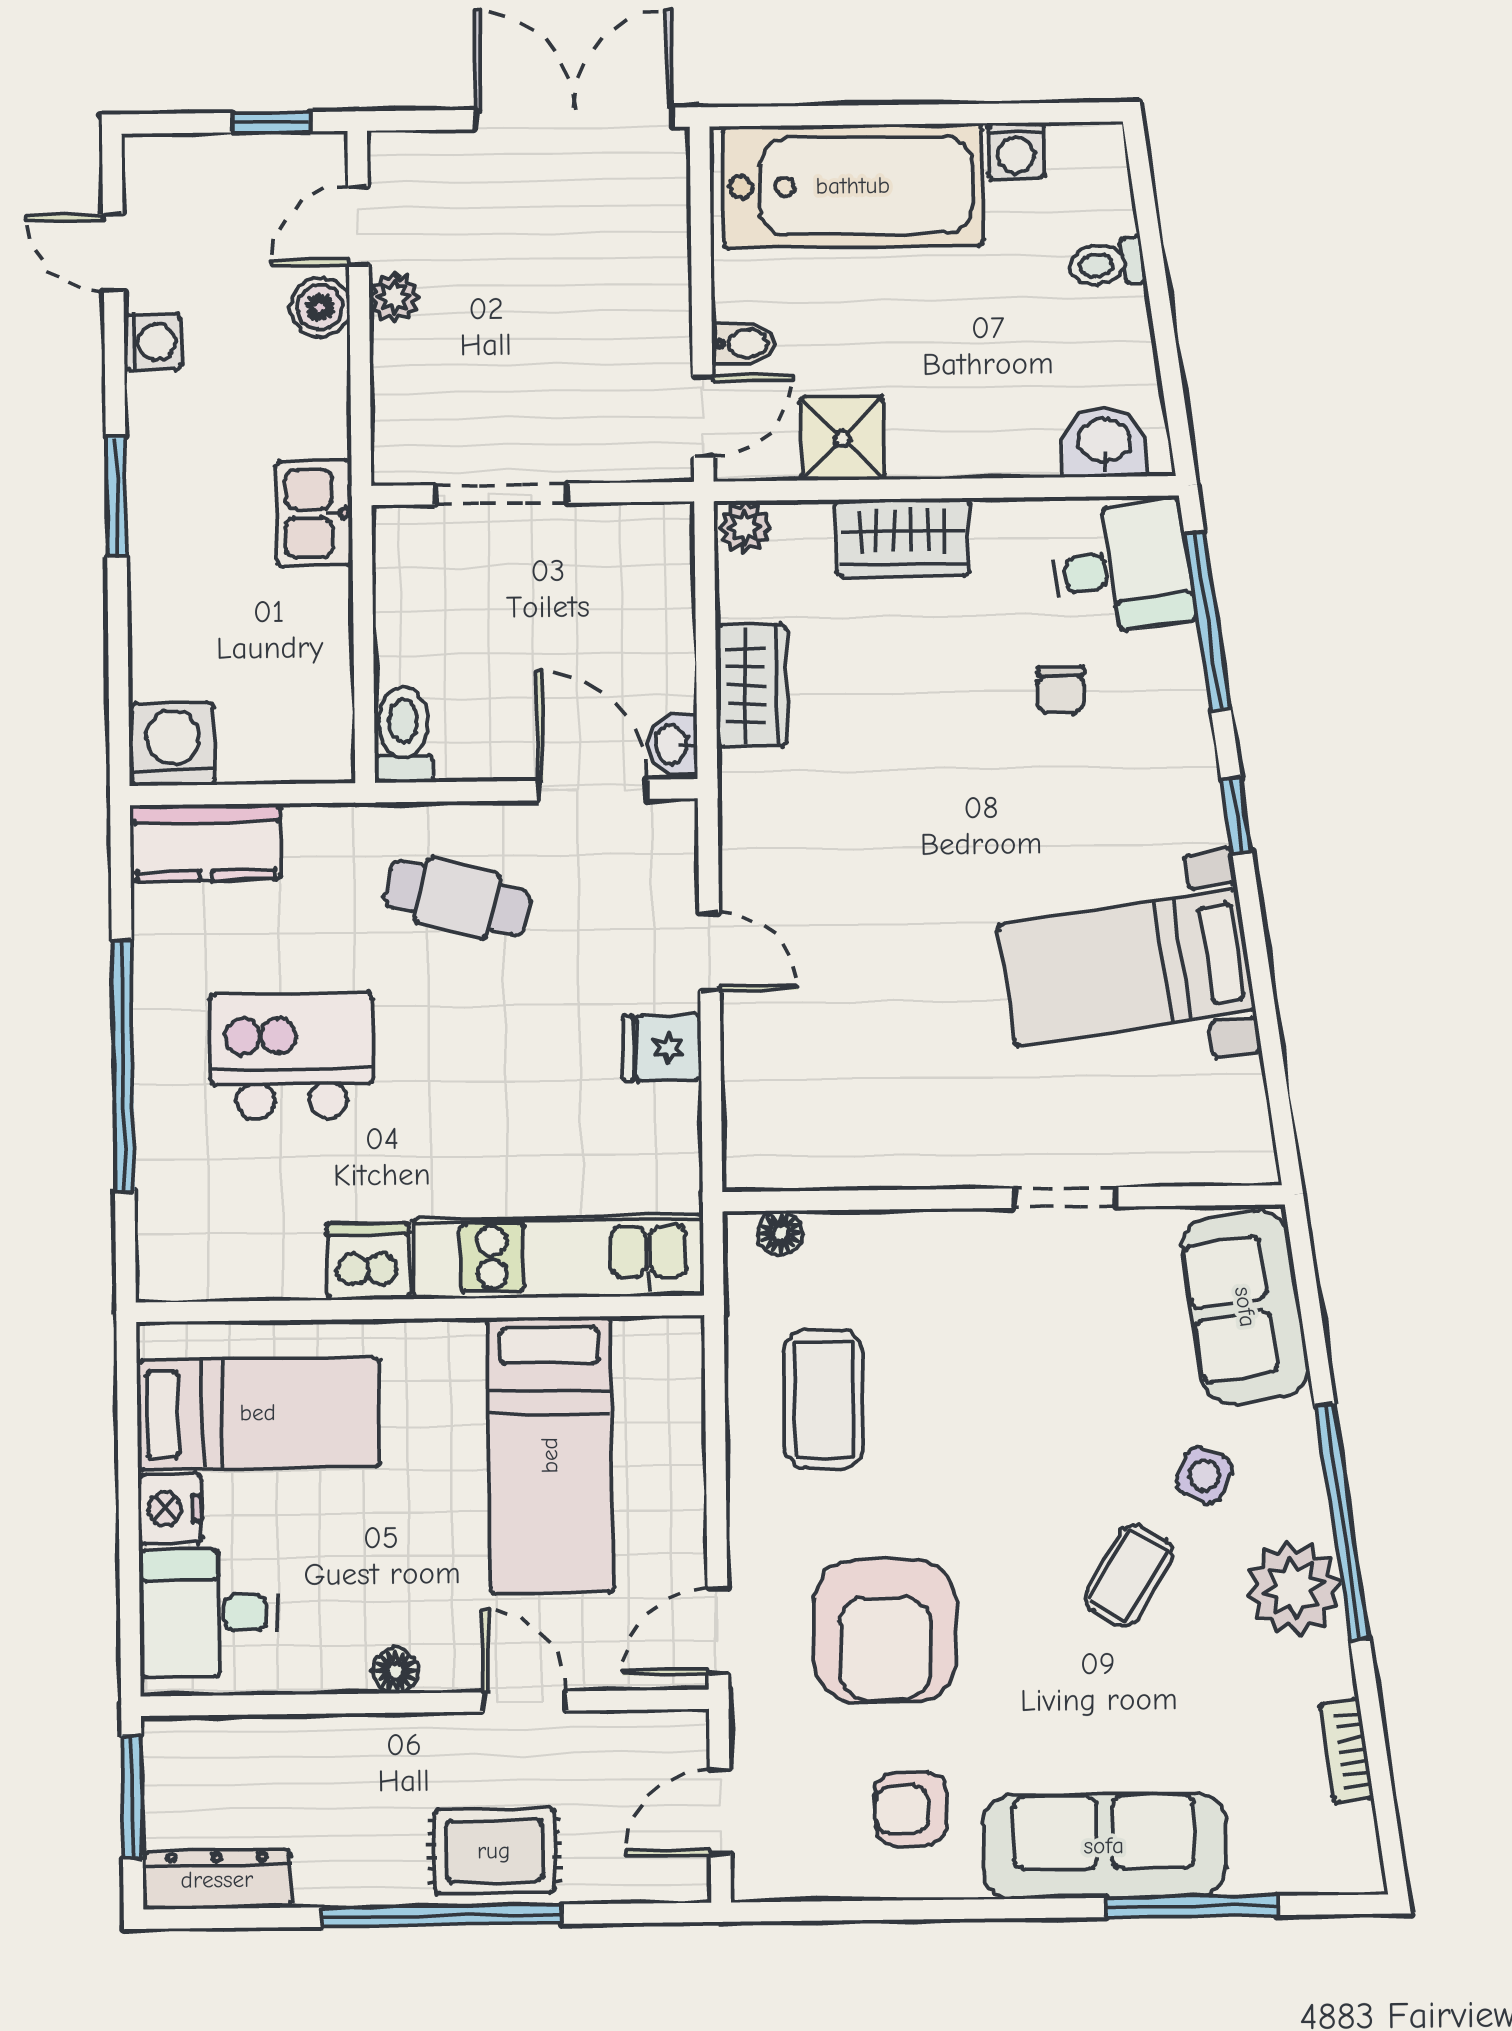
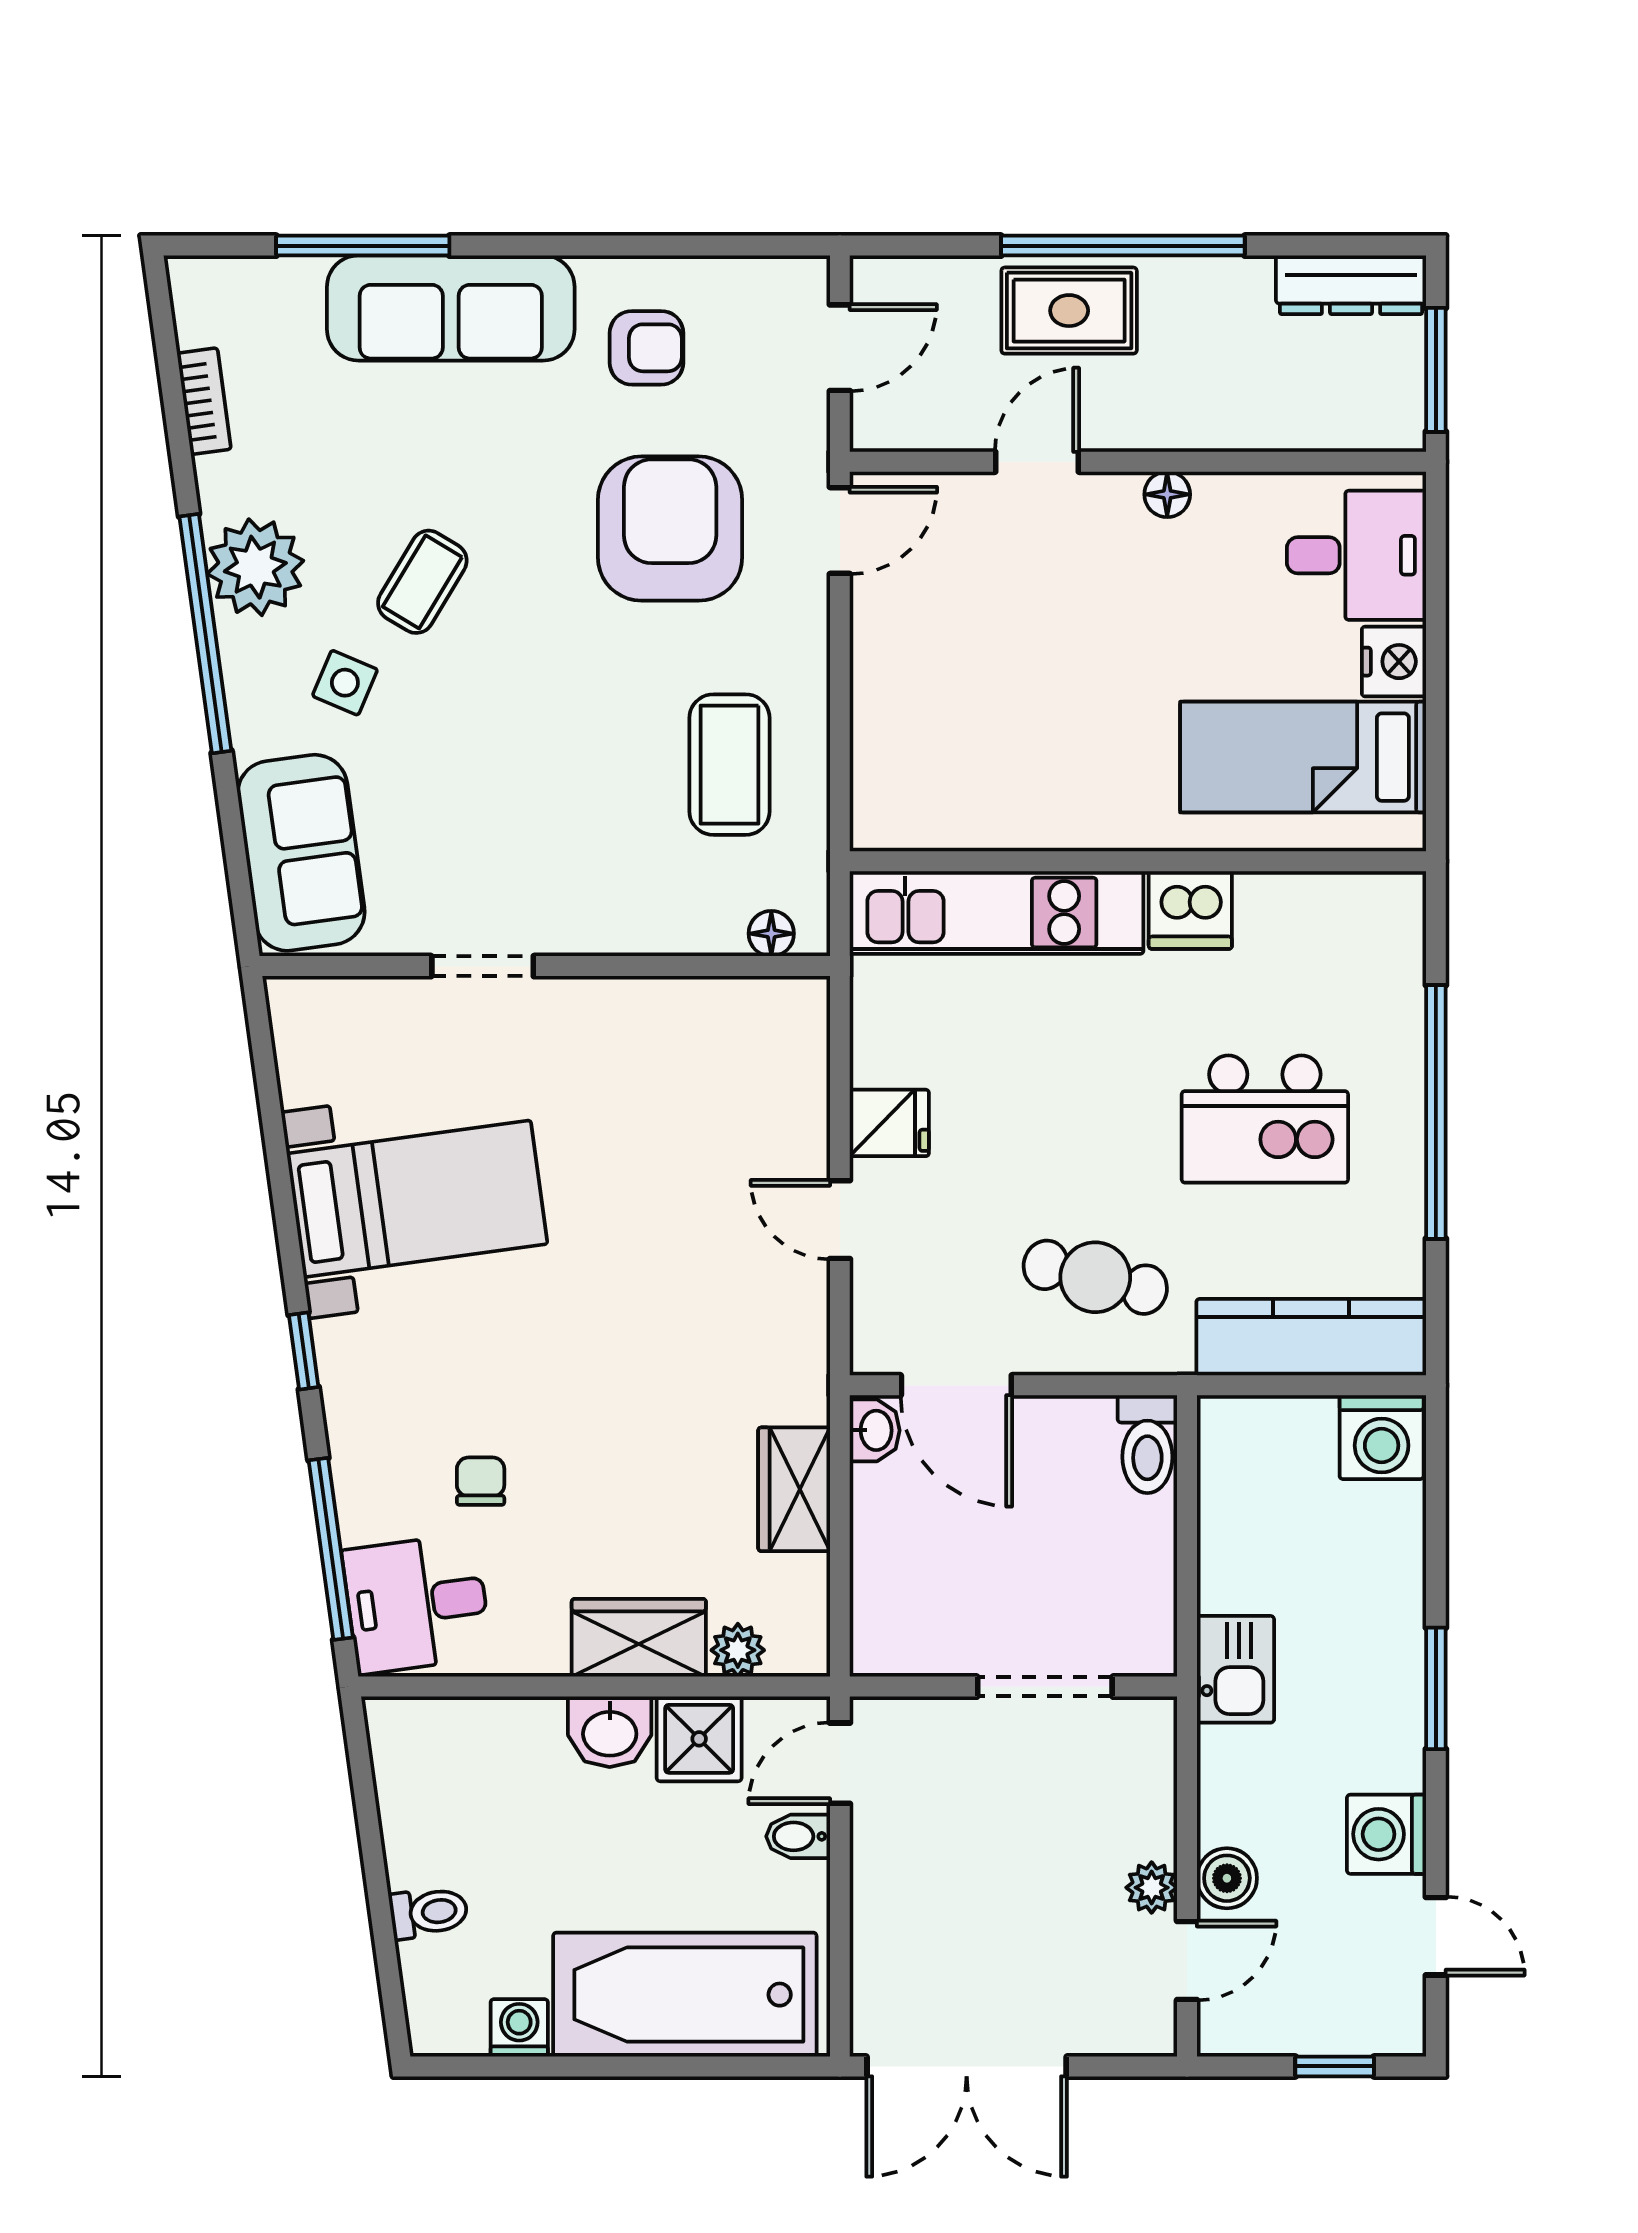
window: (271, 122) -> (1335, 2066), moved
washing machine: (152, 342) -> (1386, 1834), width x1.38, depth x1.38
washbasin: (1105, 442) -> (610, 1732), moved
plant: (745, 527) -> (738, 1650), moved
kitchen counter: (206, 842) -> (1311, 1337), width x1.50
bed: (550, 1455) -> (1007, 712), removed
door: (524, 1701) -> (1037, 462), swing flipped

